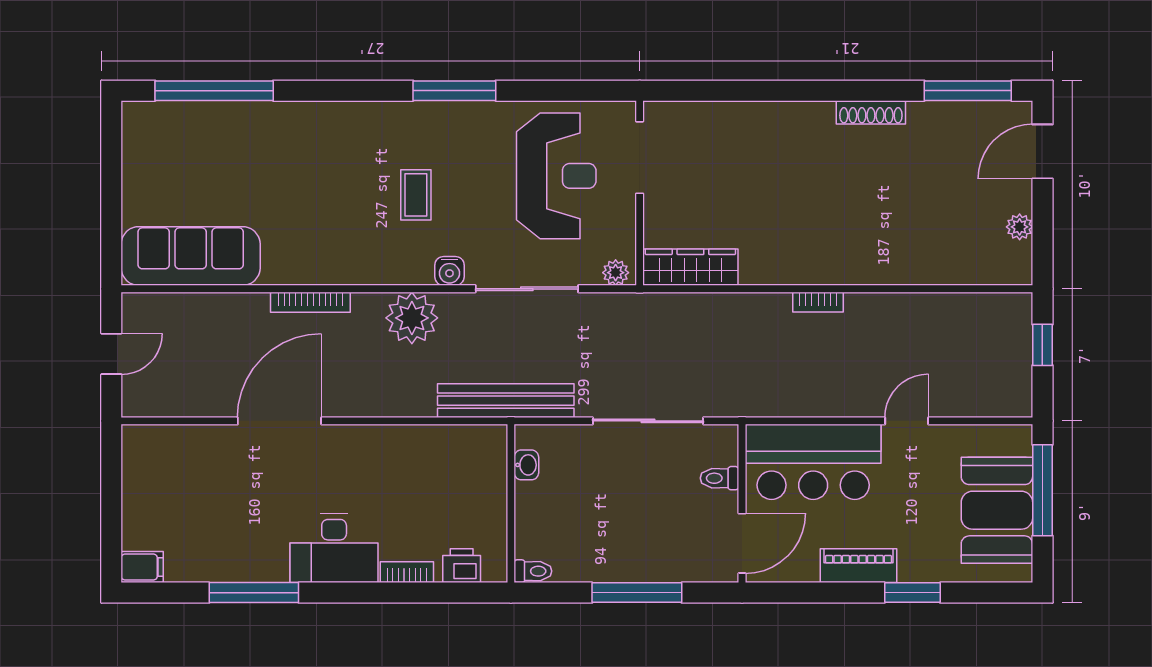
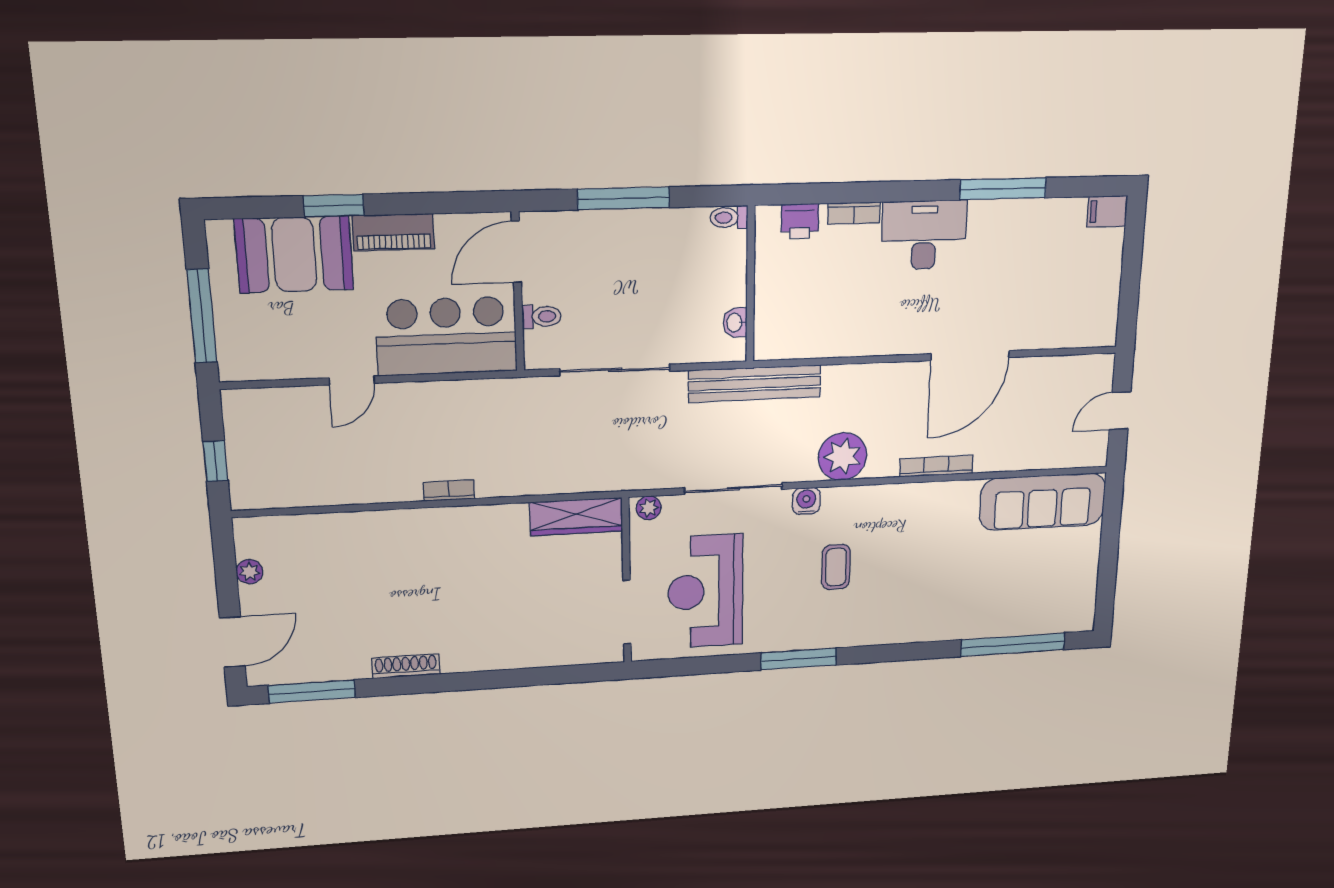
booth: (997, 510) -> (294, 254), moved, turned 90

